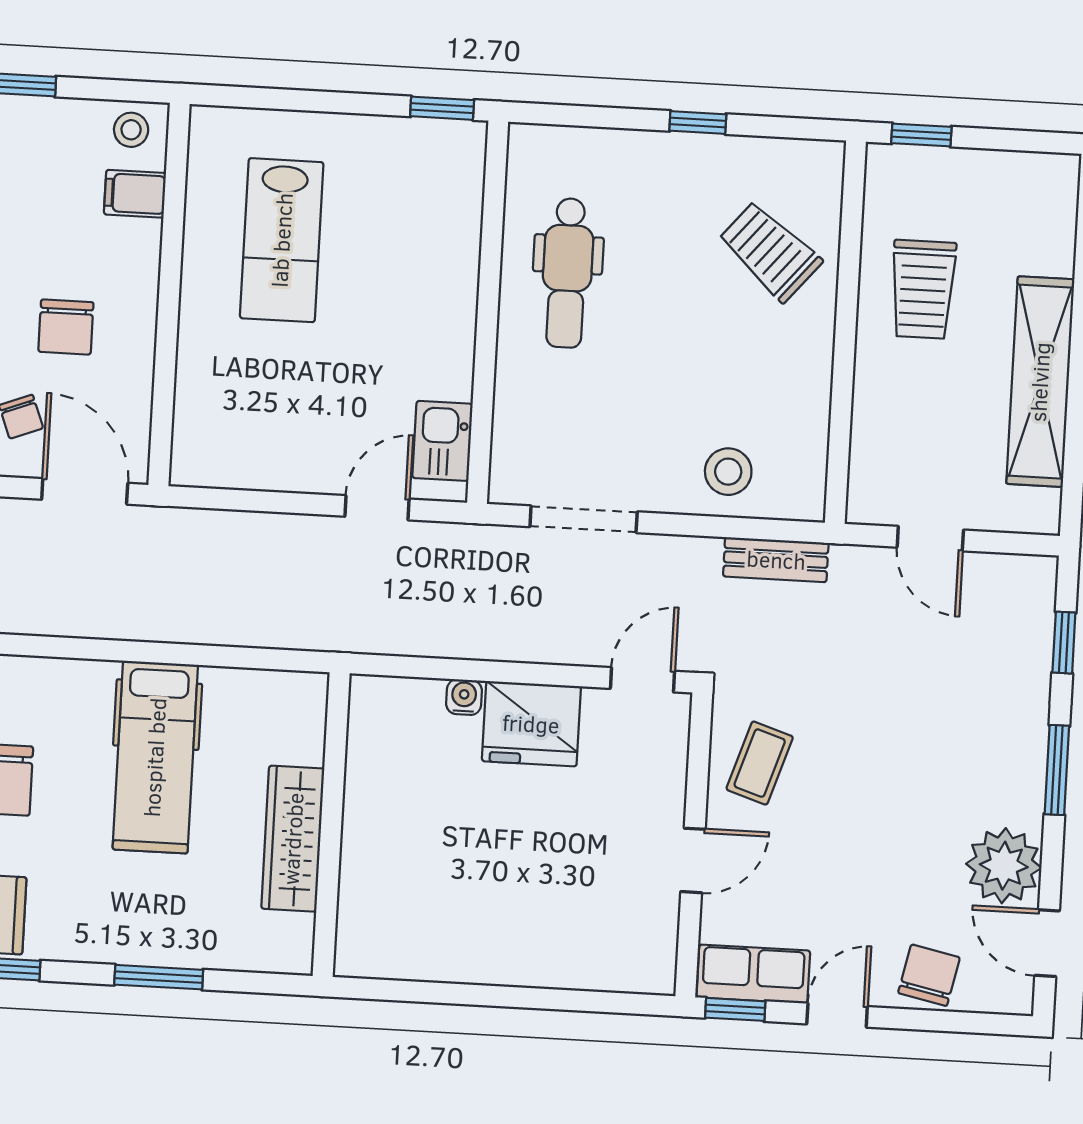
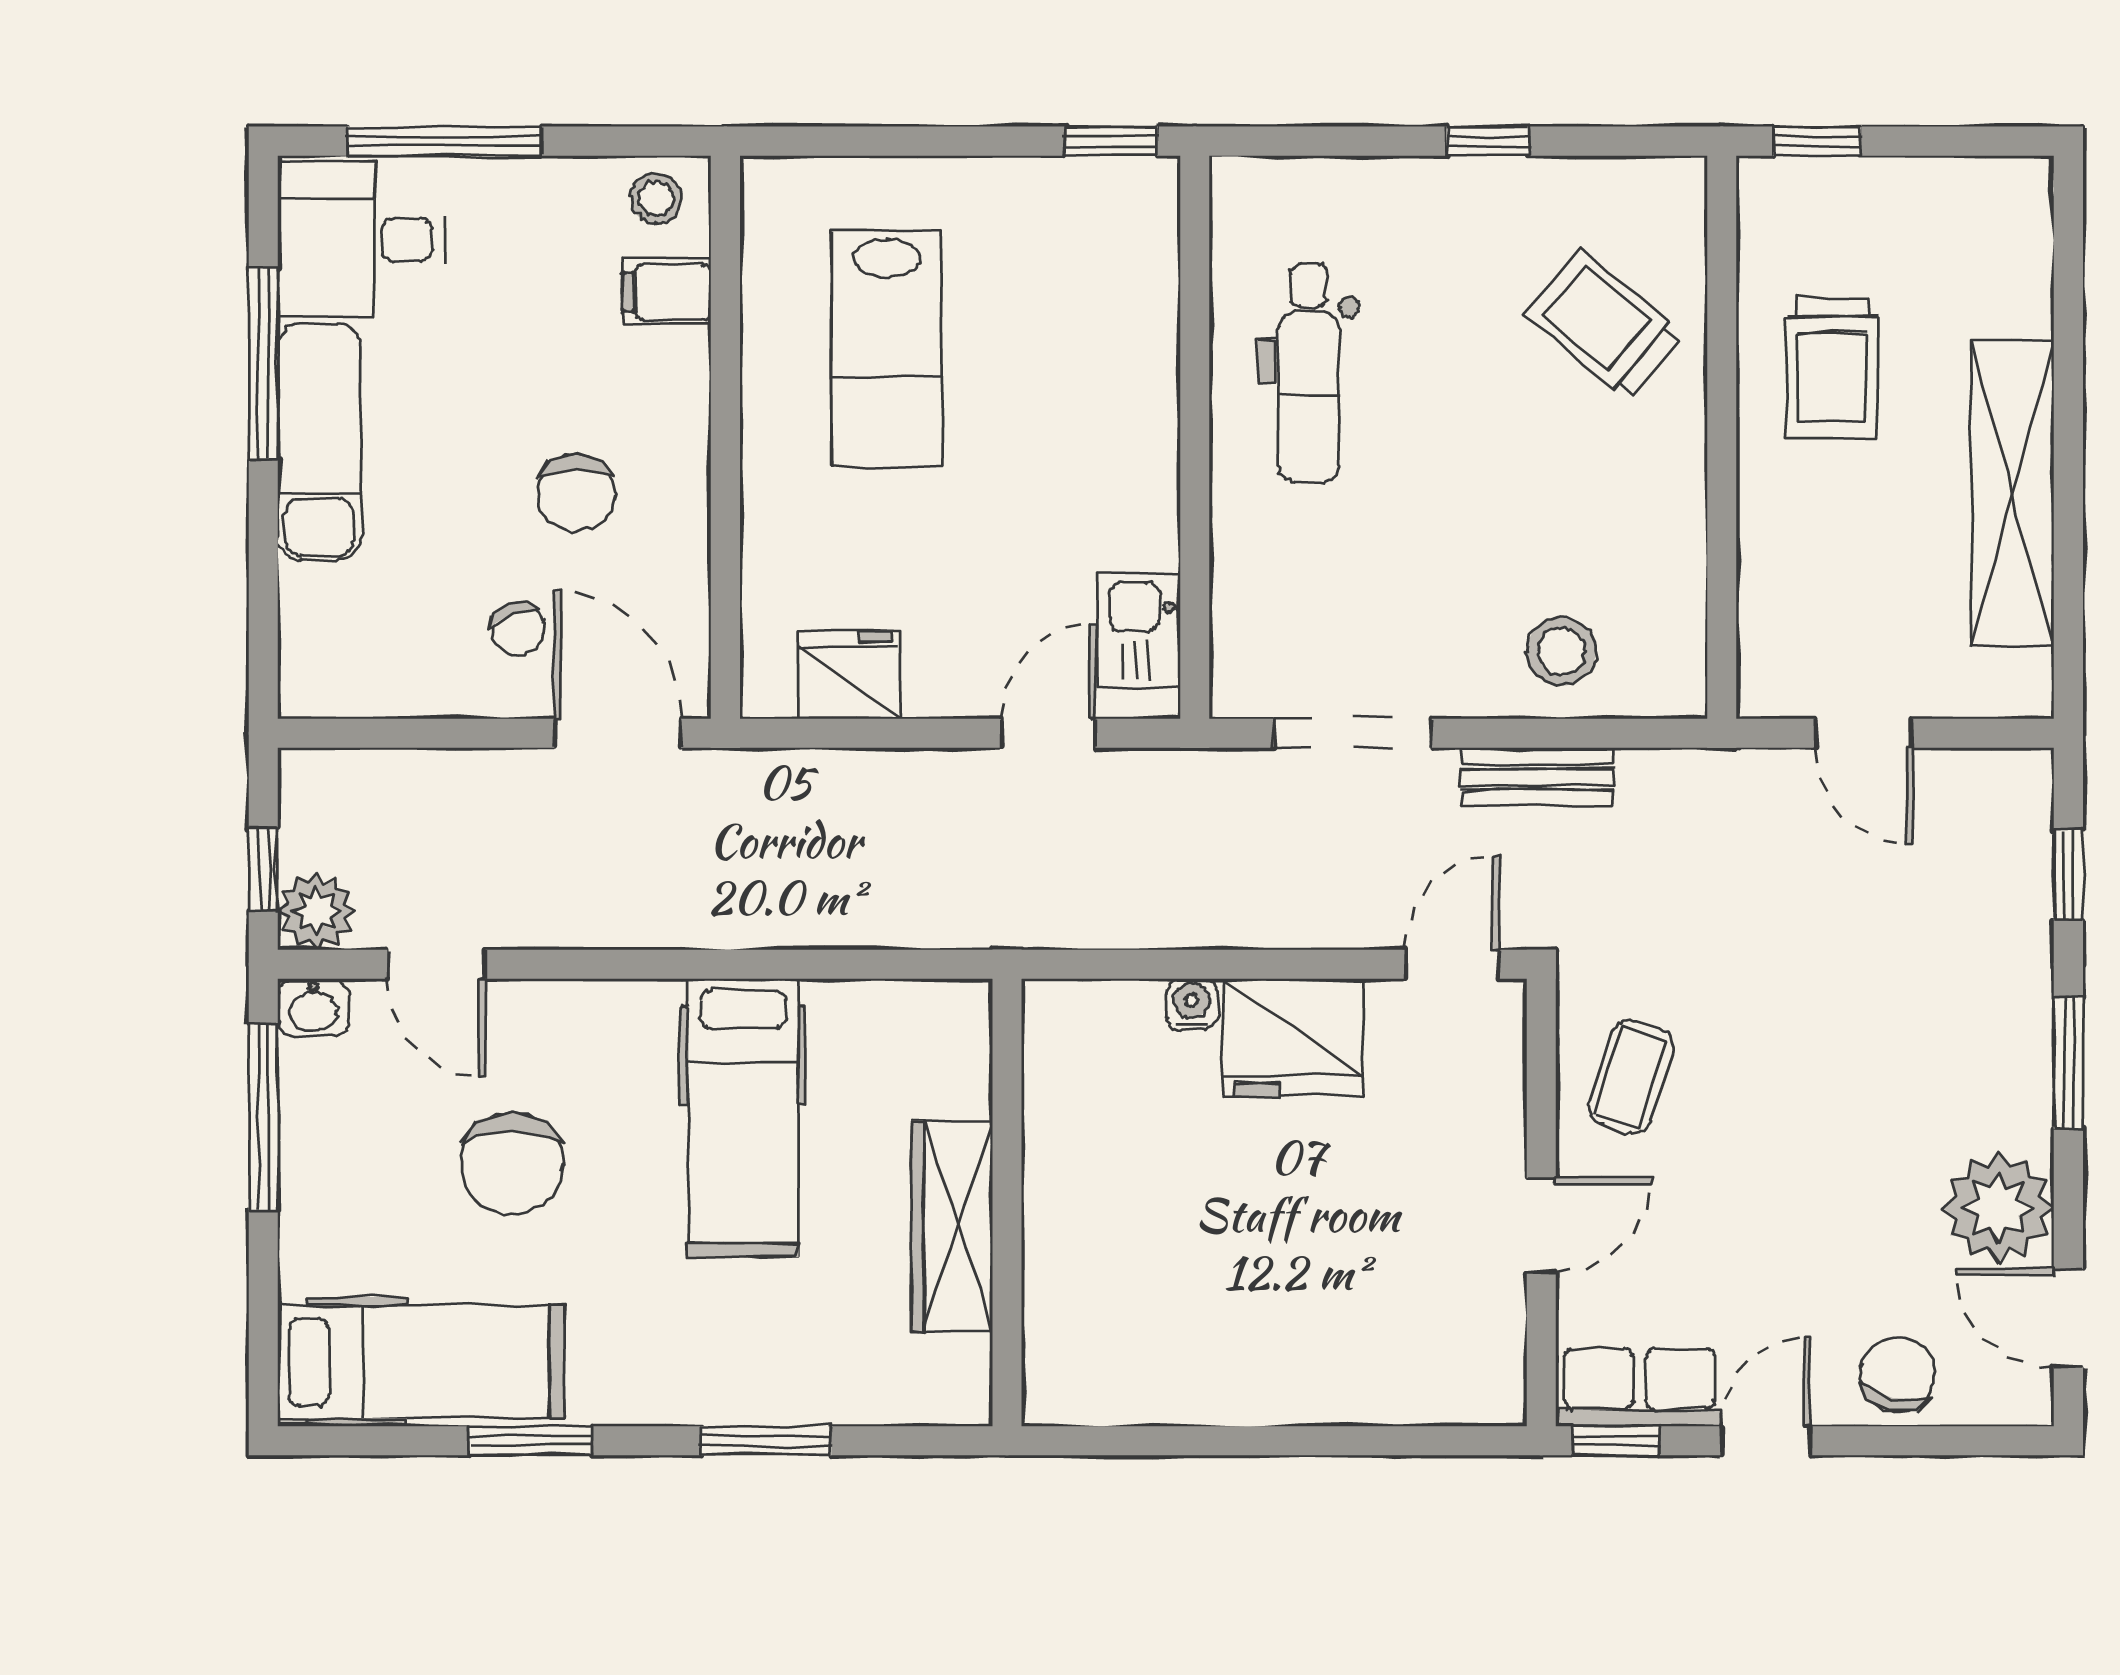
fridge: (244, 460) -> (849, 675), added
bench: (776, 560) -> (1538, 777), moved

